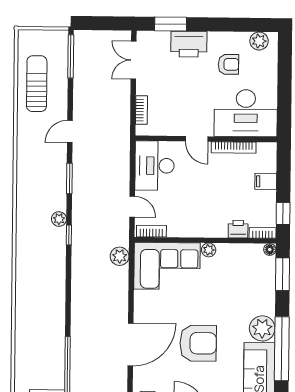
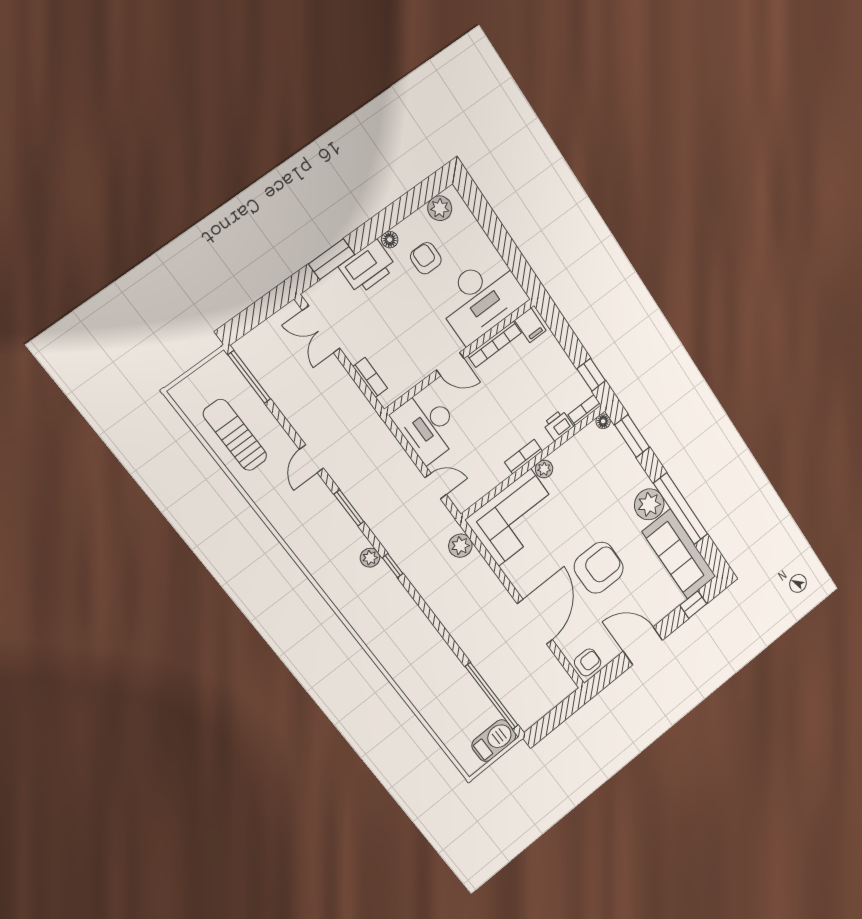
floor lamp: (214, 38) -> (390, 240), added
armchair: (228, 64) -> (426, 258), turned -90
filing cabinet: (266, 181) -> (530, 325), moved, turned -90
bookcase: (151, 231) -> (523, 457), moved

